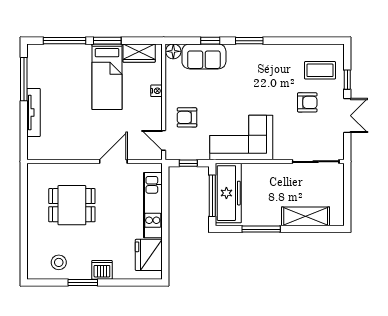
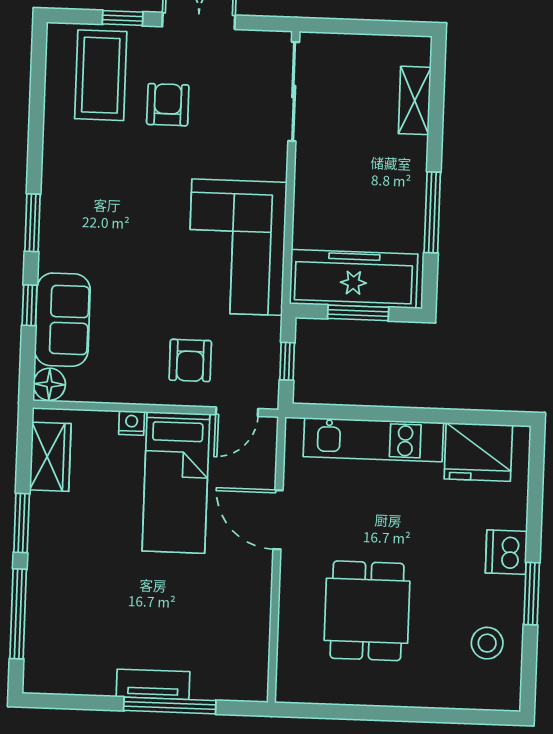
coffee table: (320, 70) -> (101, 75), width x1.36, depth x1.32
bed: (107, 77) -> (176, 483), moved, turned 90
window: (24, 79) -> (170, 705), moved
tv unit: (34, 113) -> (153, 684), width x0.71
window: (212, 196) -> (358, 313), width x0.69
shelving: (306, 216) -> (415, 100), width x0.67, depth x0.75

